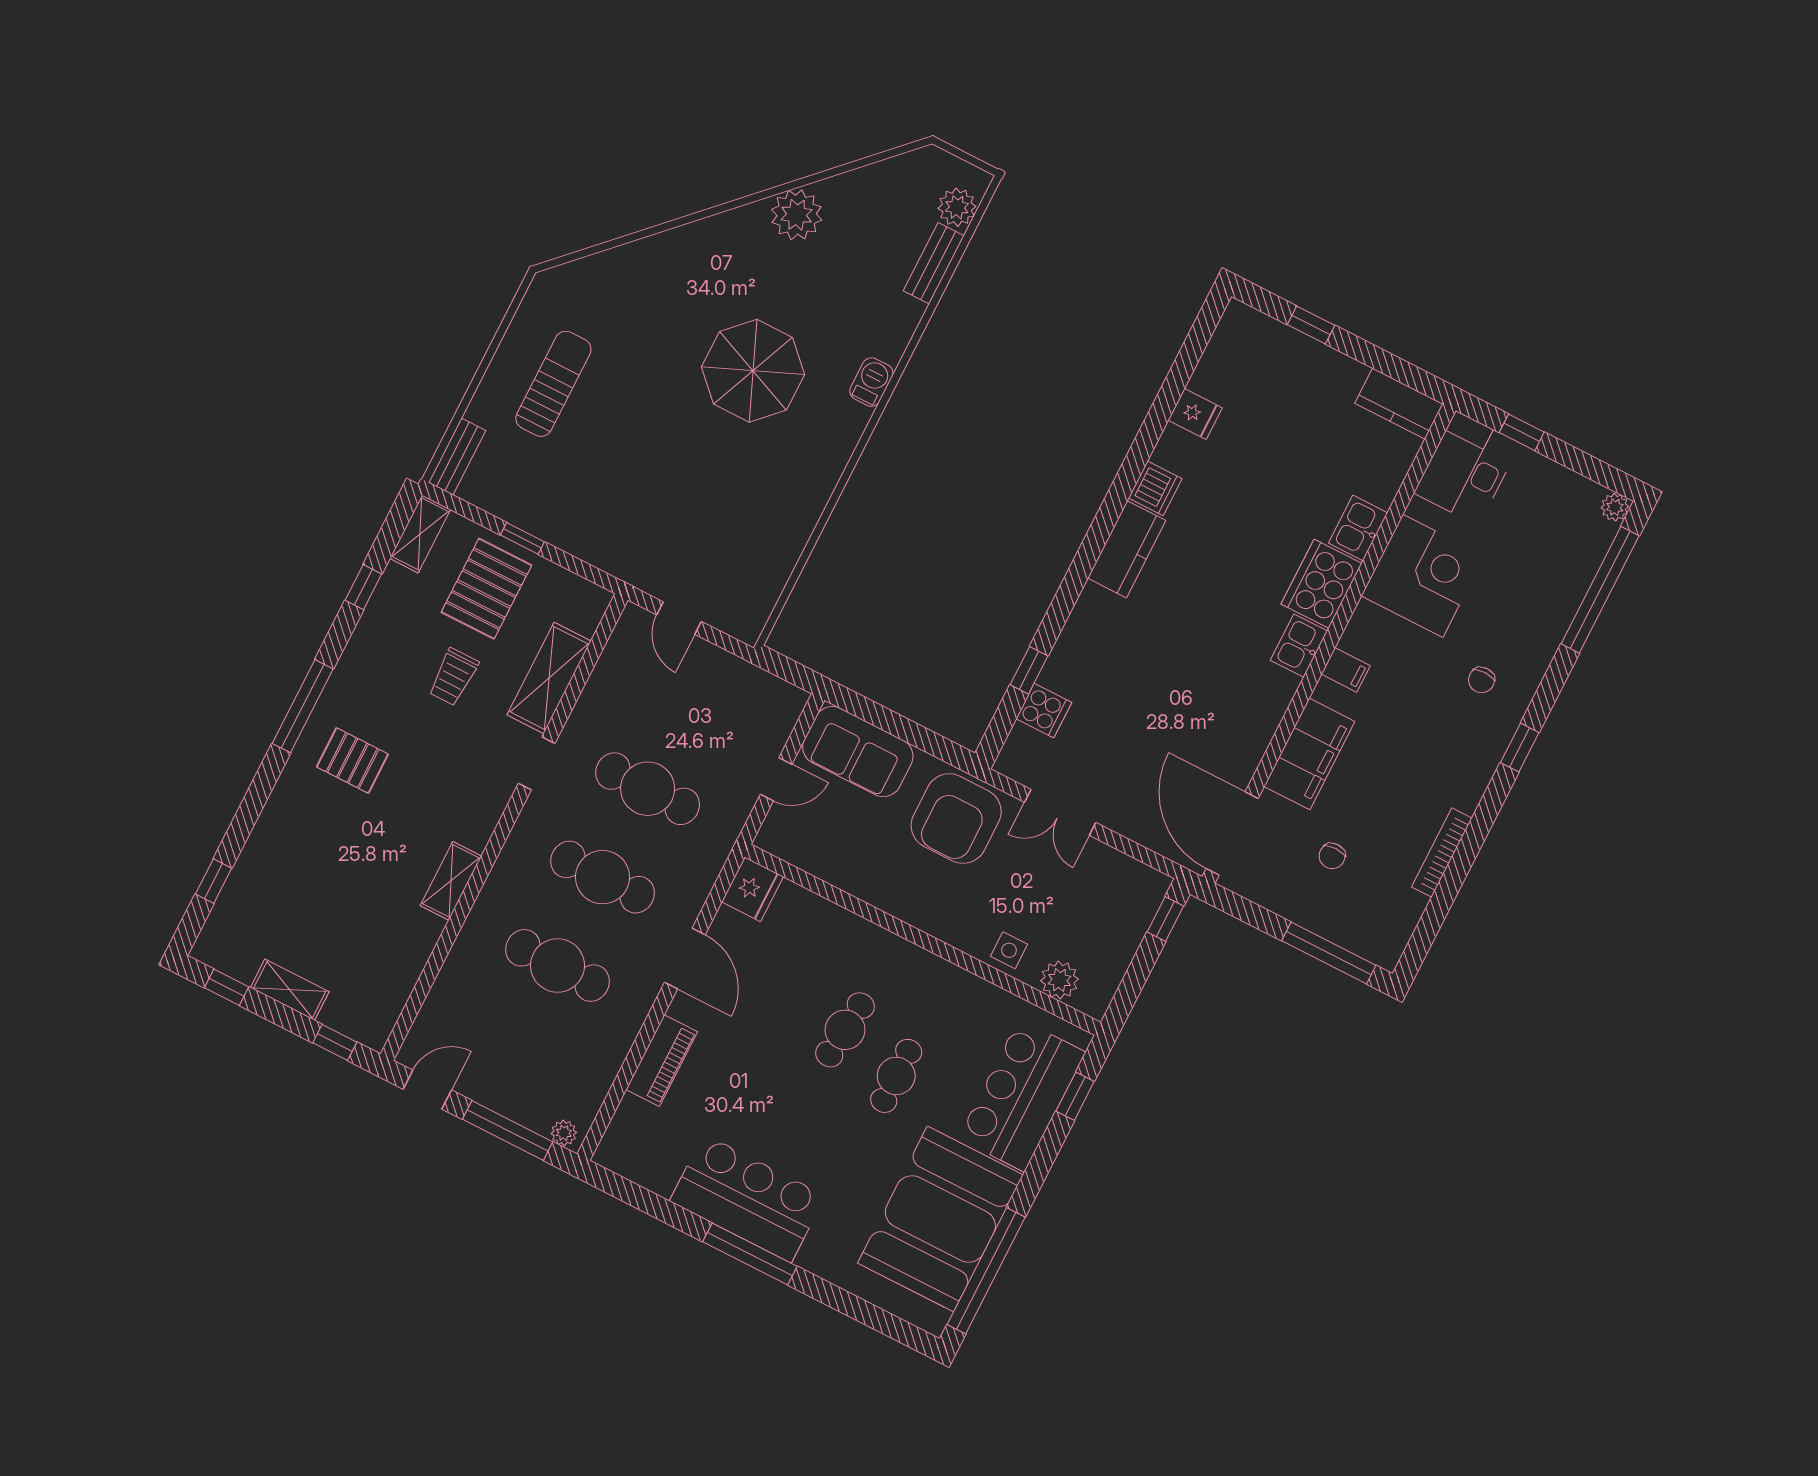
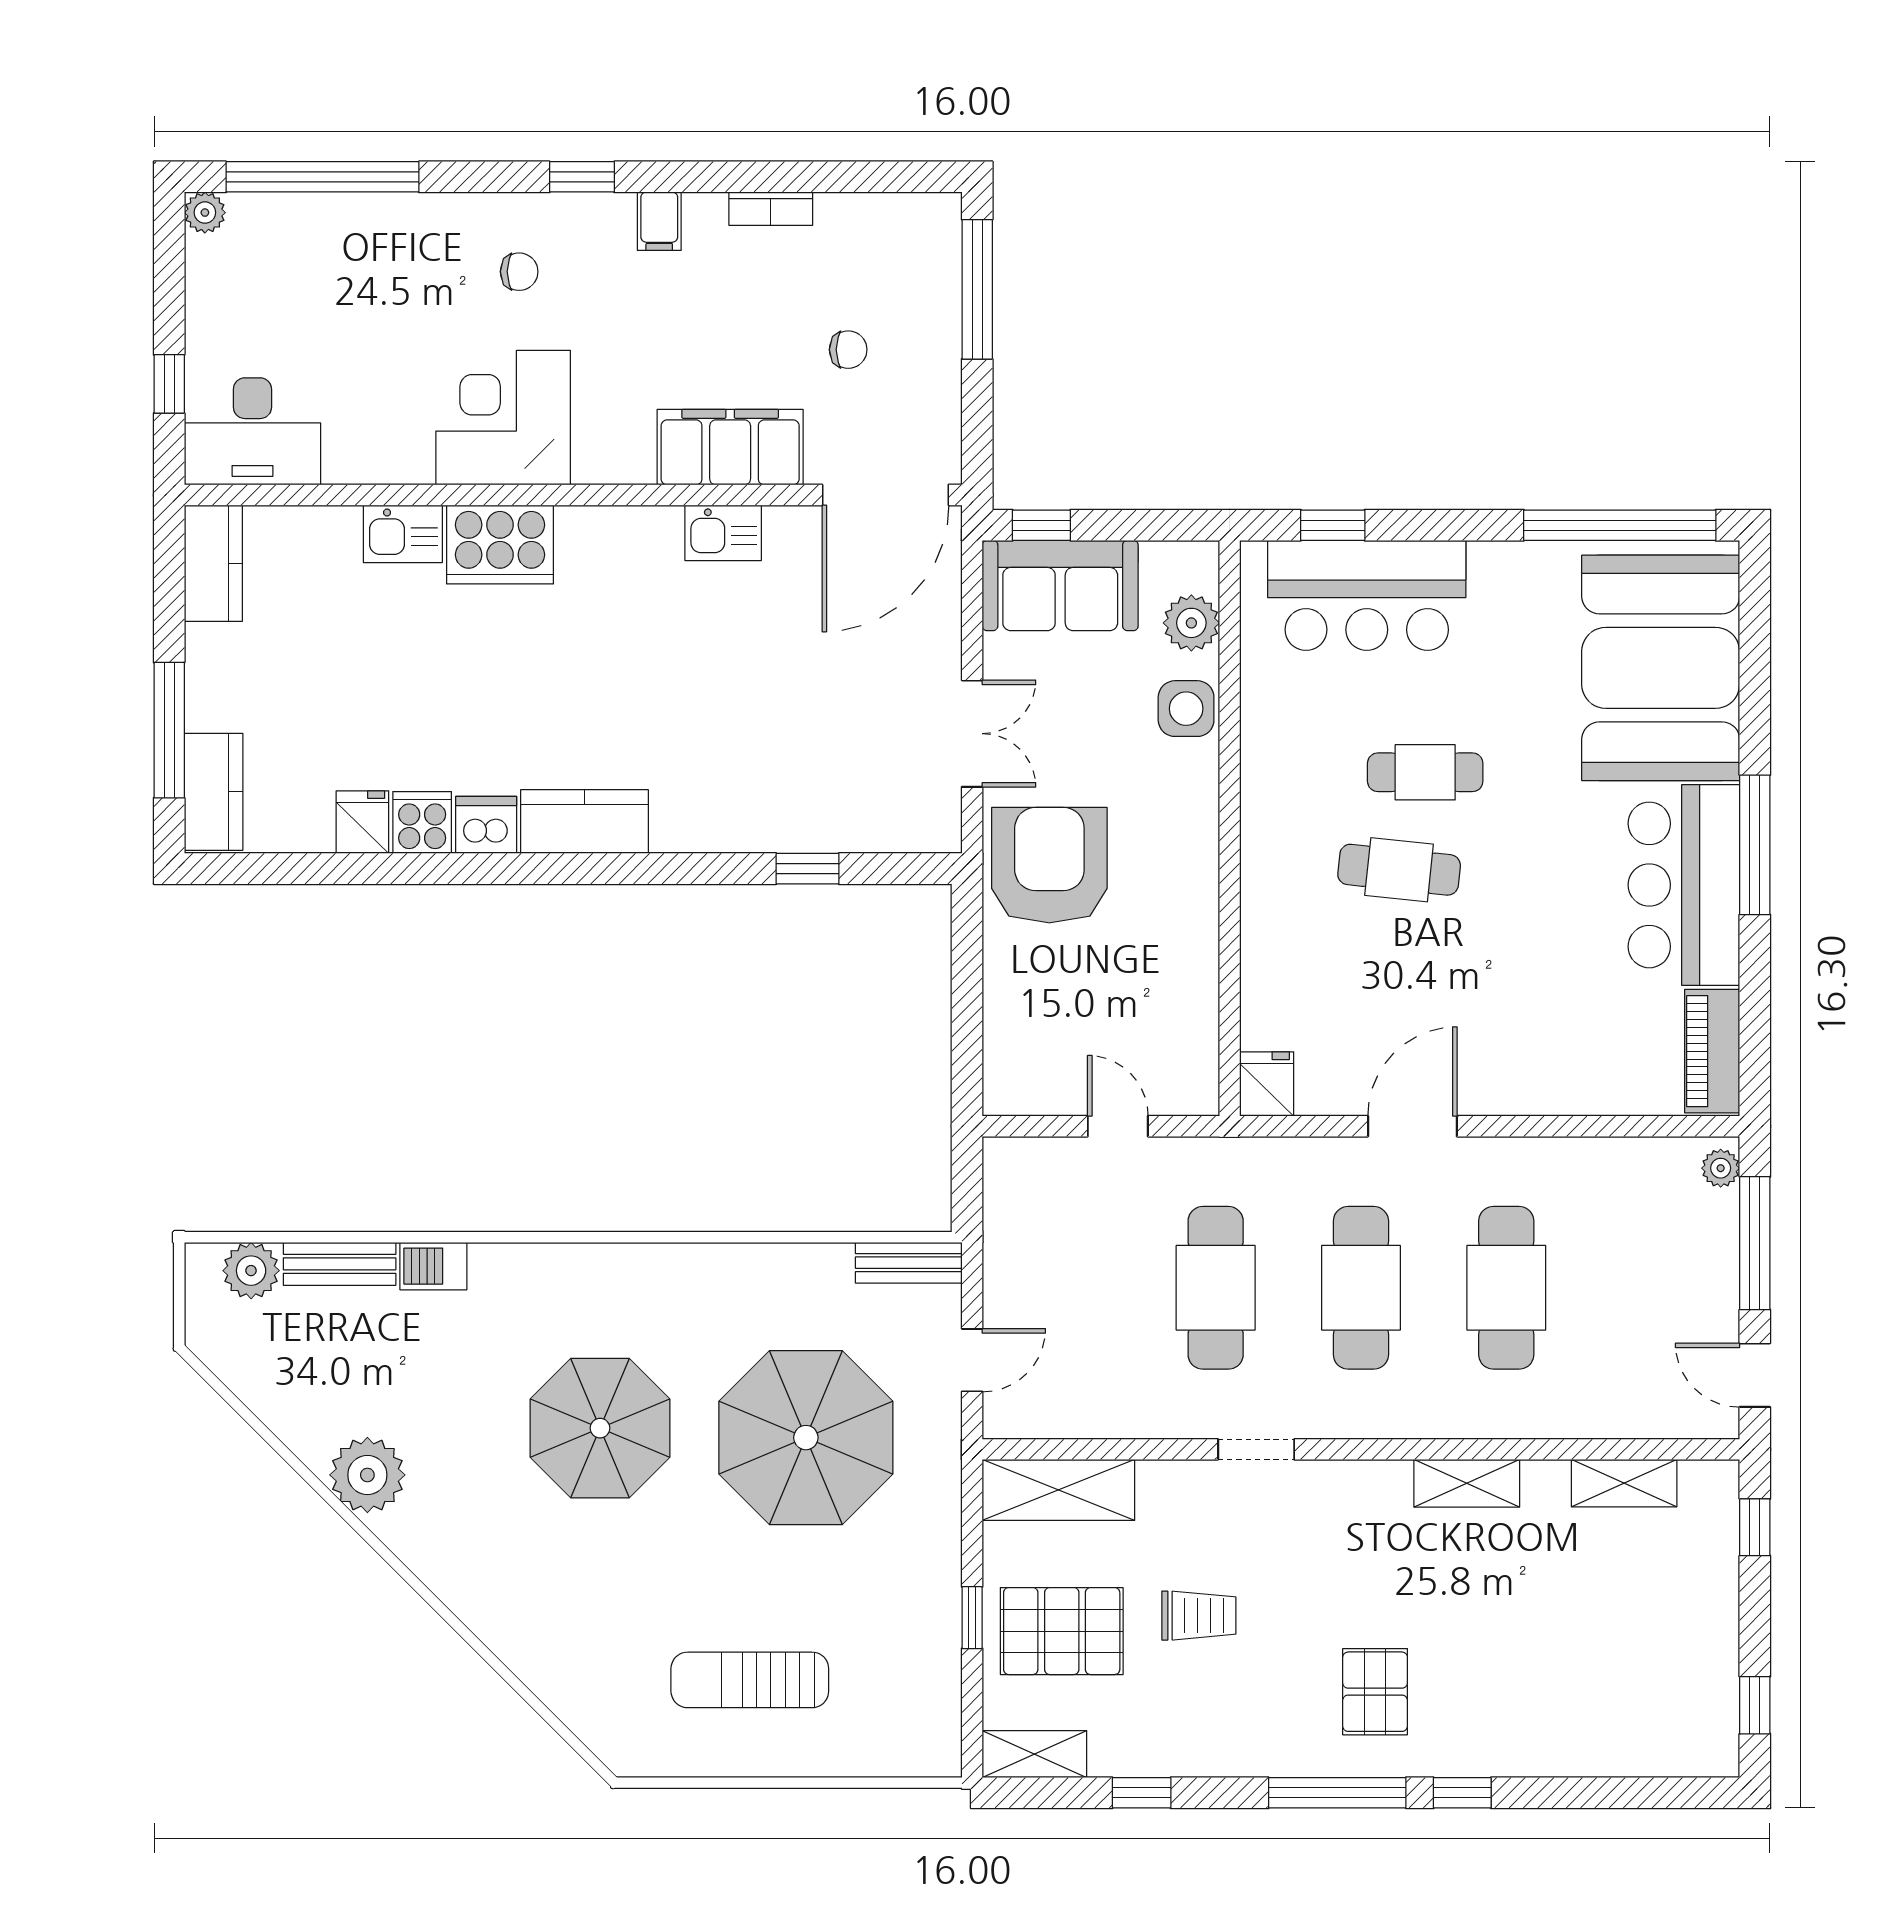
window: (1311, 325) -> (169, 730), width x2.17
kitchen counter: (1260, 333) -> (214, 792), added
barbecue: (871, 382) -> (433, 1266), moved
bench: (457, 457) -> (909, 1263), moved
parasol: (683, 493) -> (806, 1438), added
corner desk: (1423, 576) -> (503, 418), moved
kitchen sink: (1299, 646) -> (723, 533), moved
filing cabinet: (1346, 670) -> (659, 221), moved, turned 180
shelving: (549, 678) -> (1058, 1490), moved
cooker: (1044, 711) -> (422, 823), moved
sofa: (858, 752) -> (1060, 586), moved, turned 90
armchair: (956, 819) -> (1049, 865), turned -90
bookcase: (1442, 853) -> (771, 209), width x0.64
window: (214, 881) -> (1462, 1793), moved
fridge: (753, 889) -> (1267, 1084), width x0.72
side table: (1009, 950) -> (1186, 709), width x1.37, depth x1.37
shelving: (290, 990) -> (1624, 1483), moved, turned 90
piano: (662, 1061) -> (1712, 1051), moved, turned -90
booth: (940, 1219) -> (1661, 668), moved, turned 90

